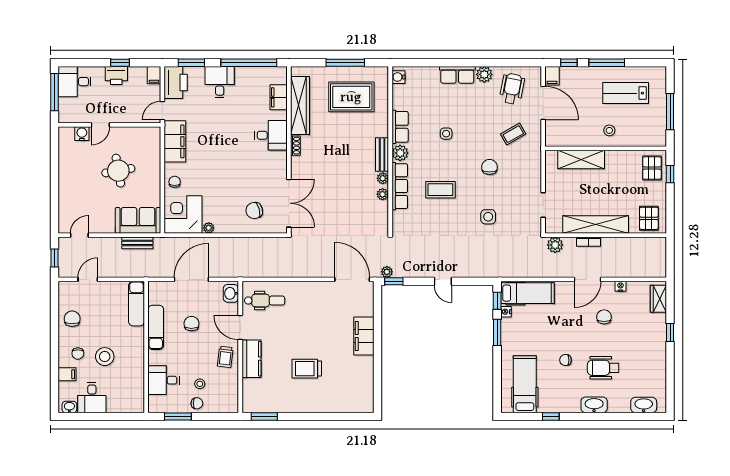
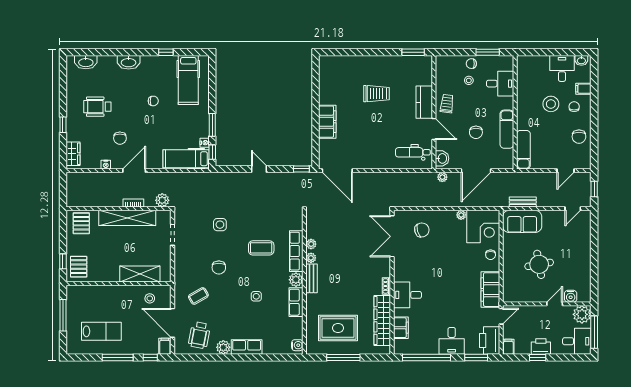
plant: (69, 113) -> (582, 314), added
stool: (609, 130) -> (150, 298), moved
plant: (387, 272) -> (442, 177), moved
wheelchair: (603, 368) -> (97, 107), moved, turned 180

